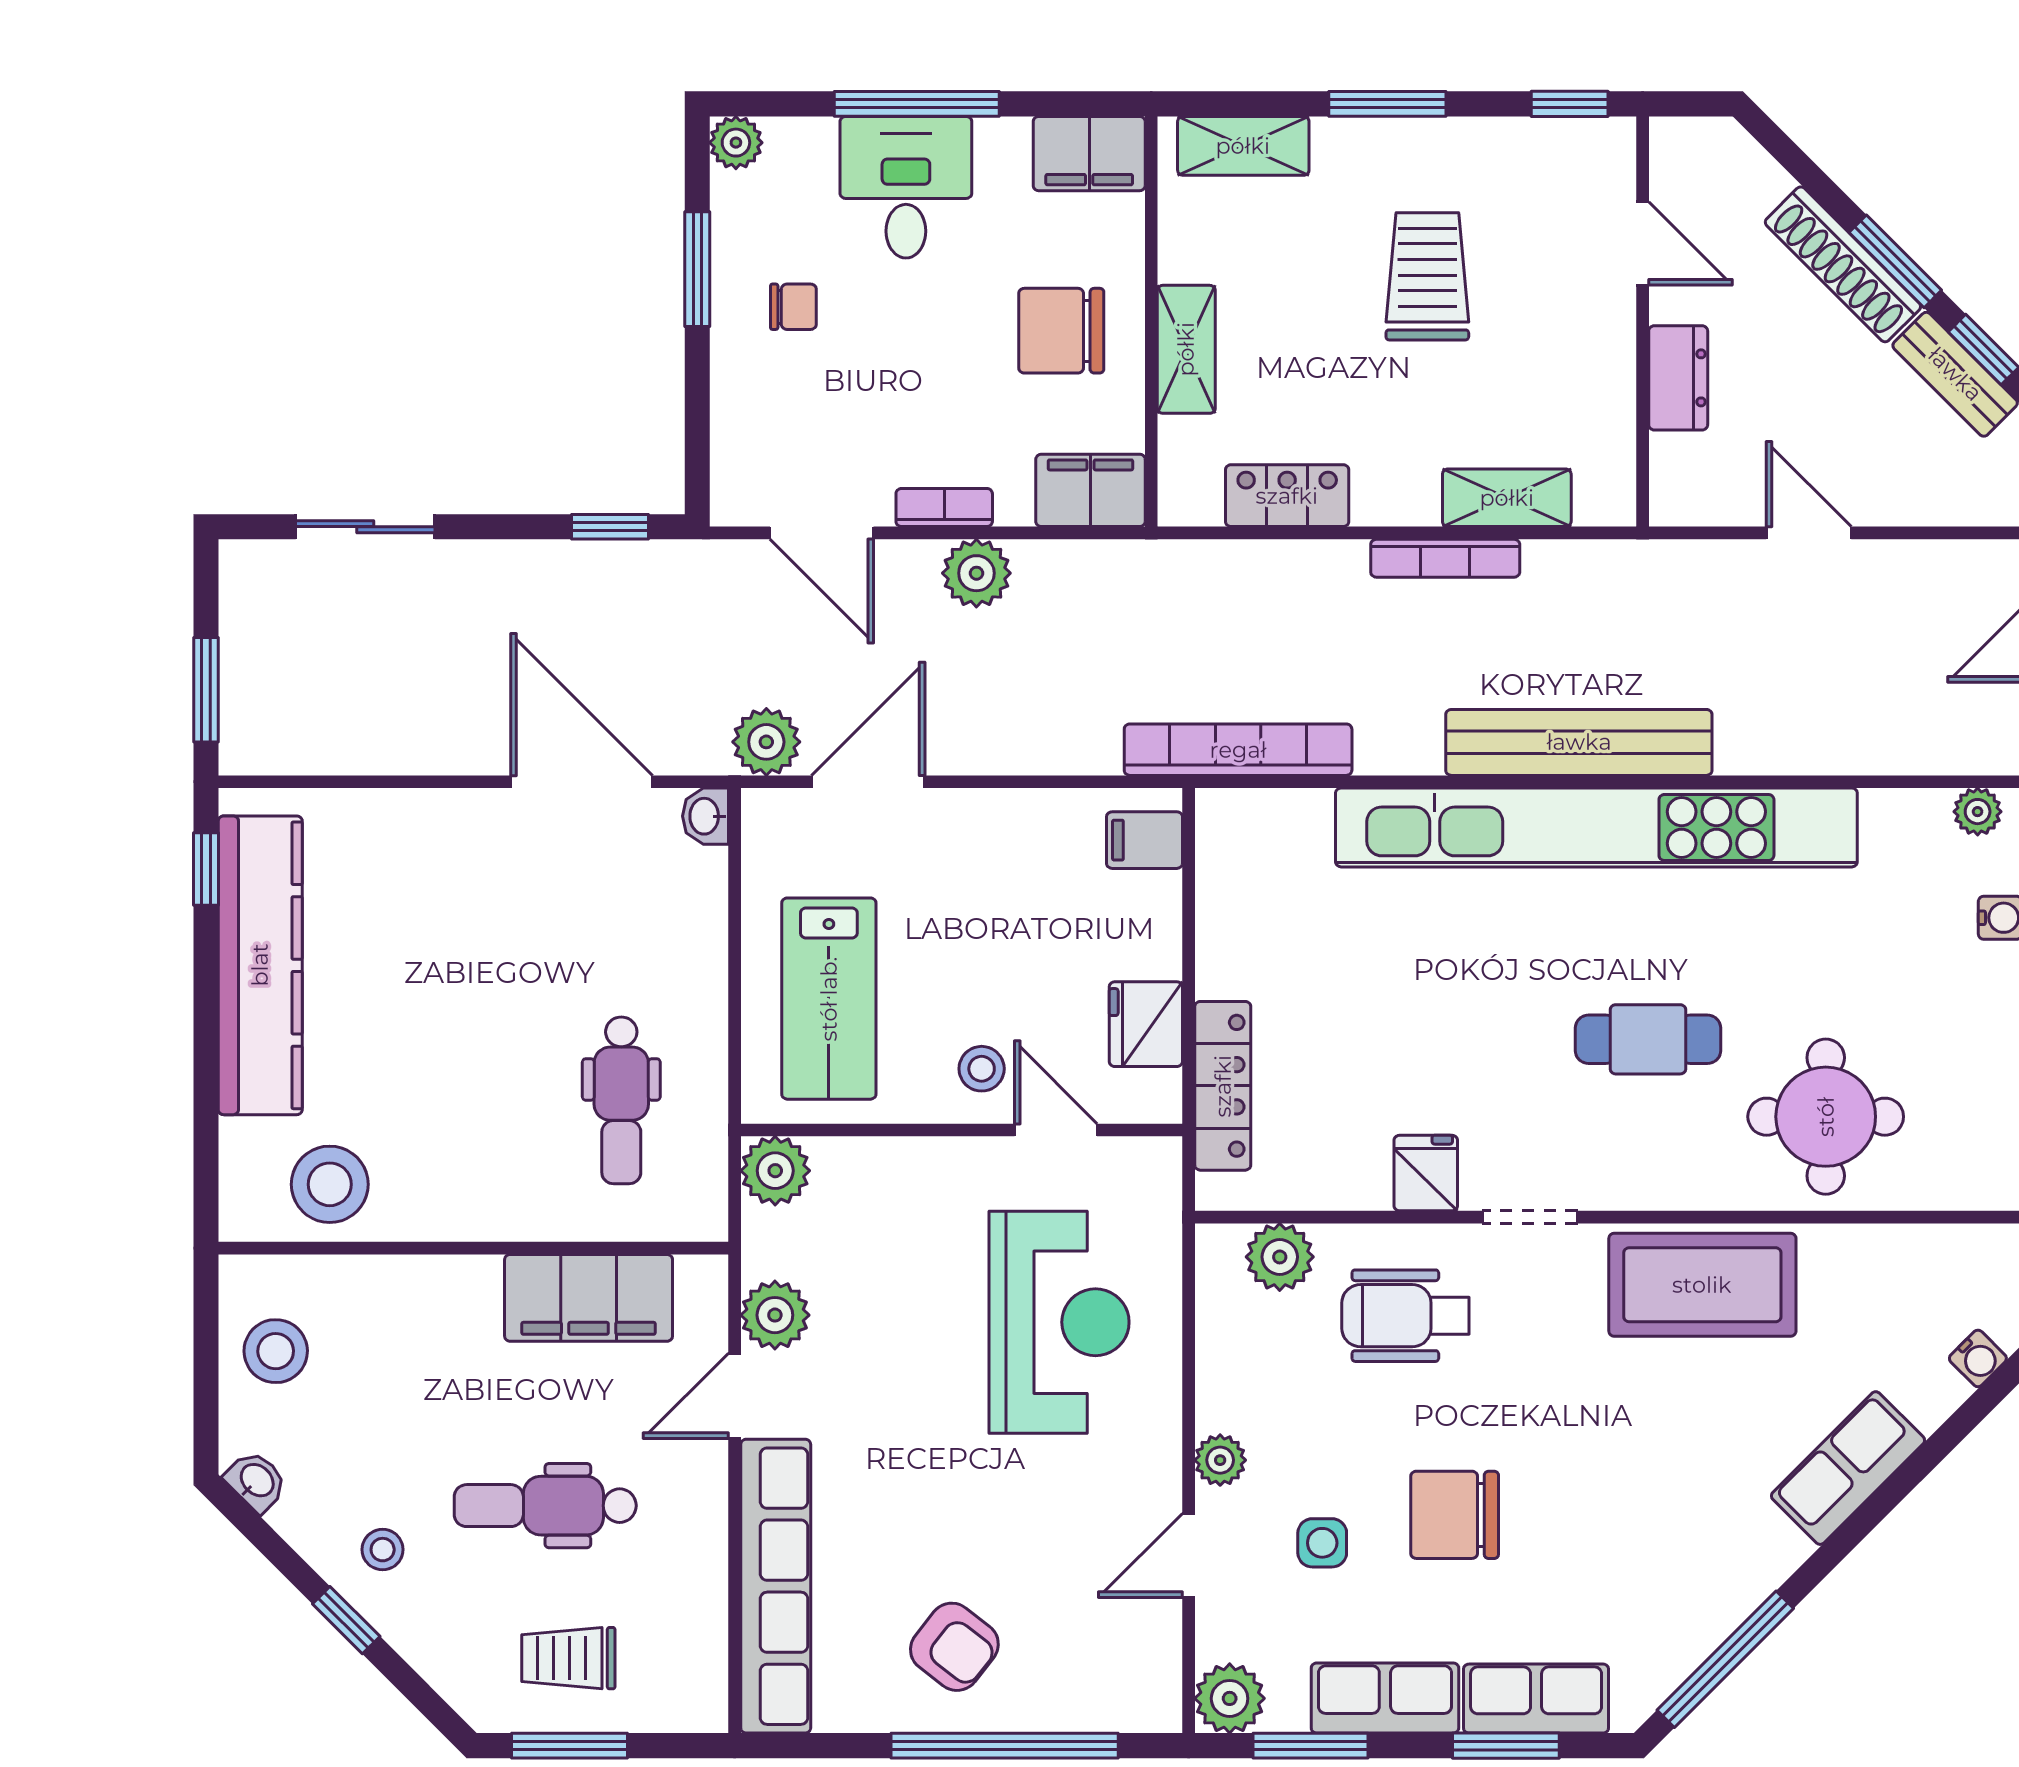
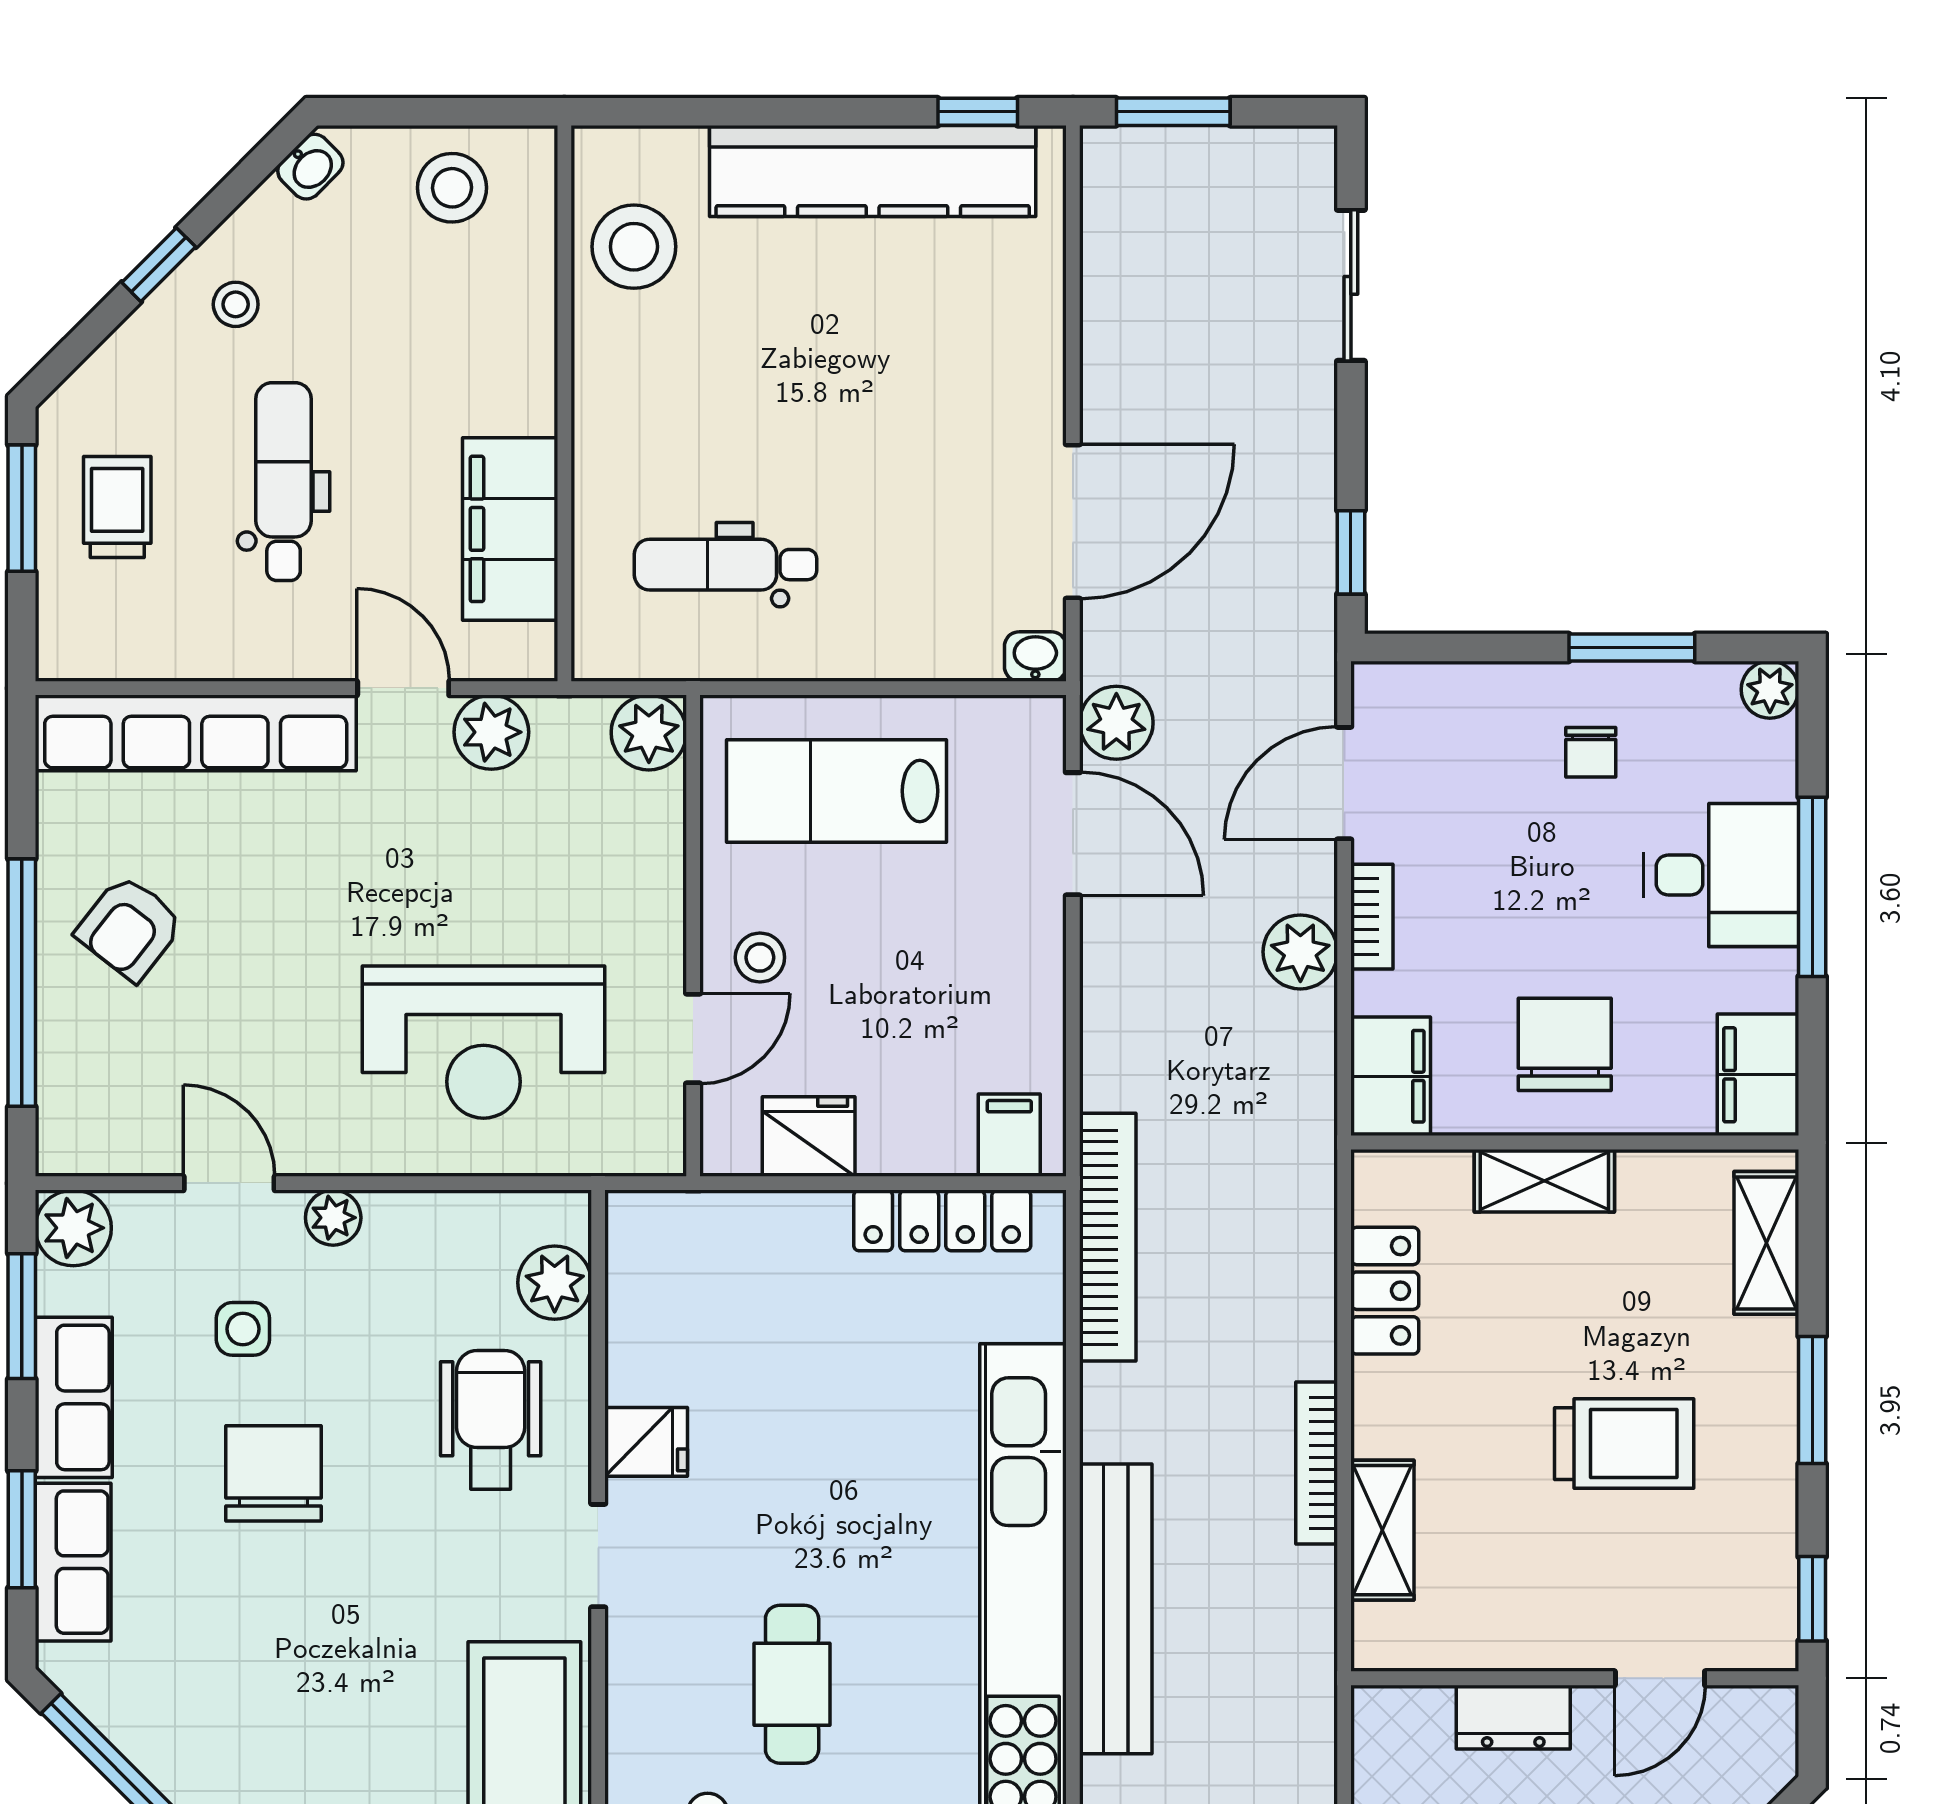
locker: (1223, 1086) -> (942, 1220), moved

